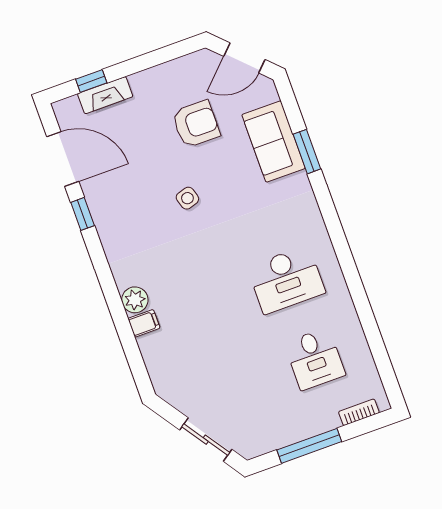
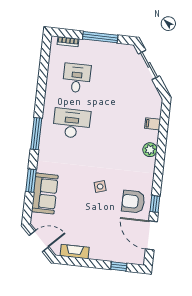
fireplace: (105, 95) -> (75, 252), moved
armchair: (196, 124) -> (133, 202), moved
window: (336, 234) -> (36, 134), added
filing cabinet: (144, 323) -> (153, 124), moved

